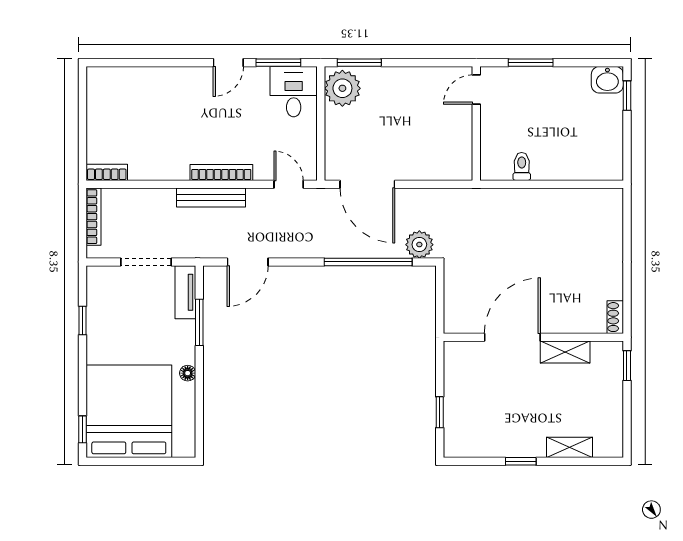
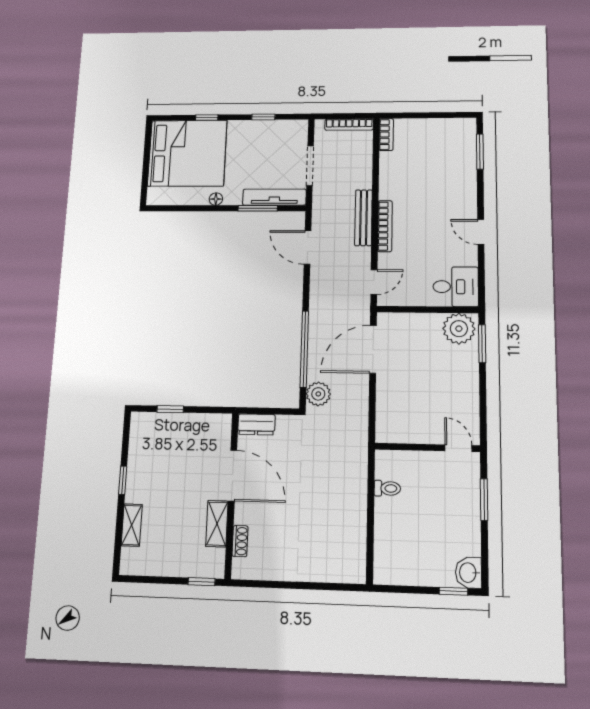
window: (278, 63) -> (480, 152), moved
tv unit: (185, 292) -> (274, 197), width x1.41
dresser: (455, 313) -> (256, 424), added
shoe rack: (615, 317) -> (240, 541), moved, turned 90
window: (83, 429) -> (207, 118), moved

